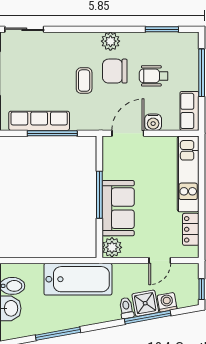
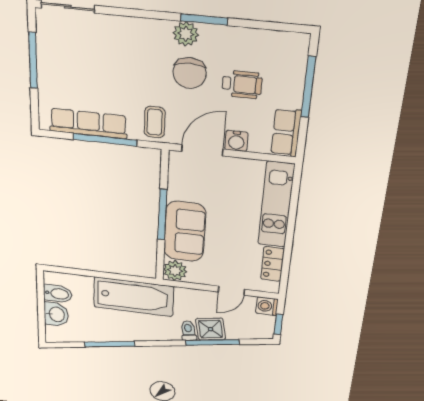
window: (162, 29) -> (204, 19), moved
chair: (115, 71) -> (190, 73), turned -90
wheelchair: (154, 76) -> (242, 84), turned 180
coffee table: (84, 81) -> (155, 122), moved
washing machine: (167, 302) -> (267, 306), moved, turned -80

